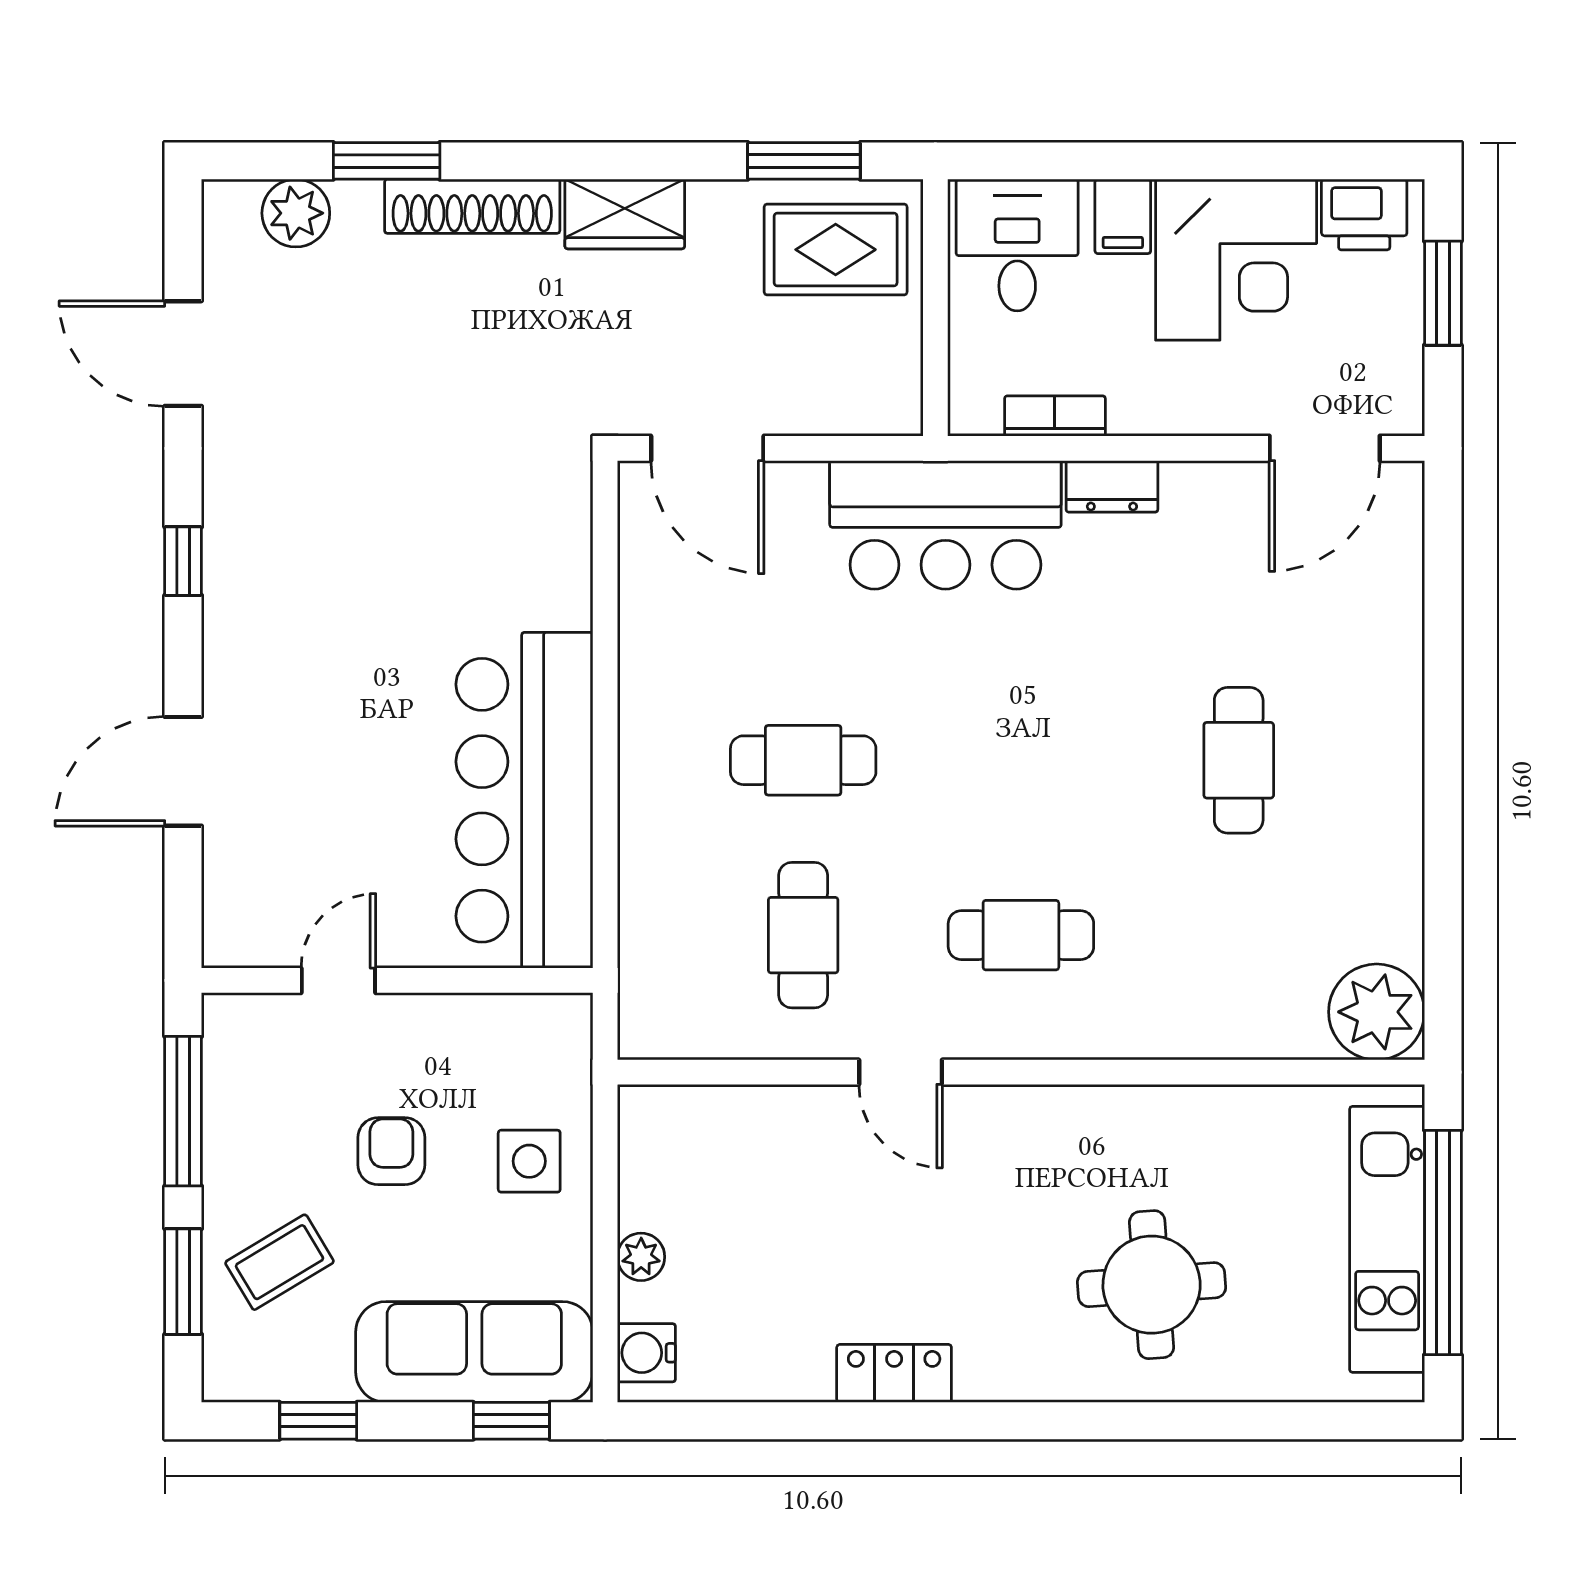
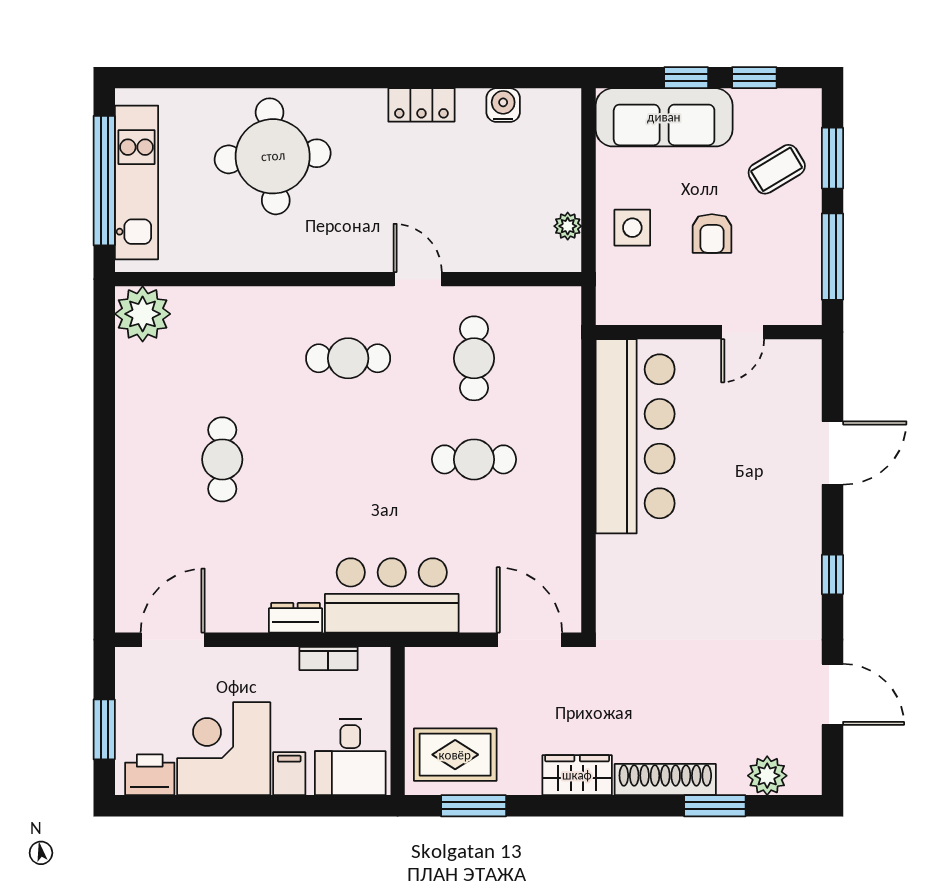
plant: (641, 1257) -> (568, 226), moved
round table: (1152, 1285) -> (273, 156), width x1.36, depth x1.36
water cooler: (646, 1353) -> (503, 105), moved, turned -90
window: (511, 1421) -> (686, 78), moved

